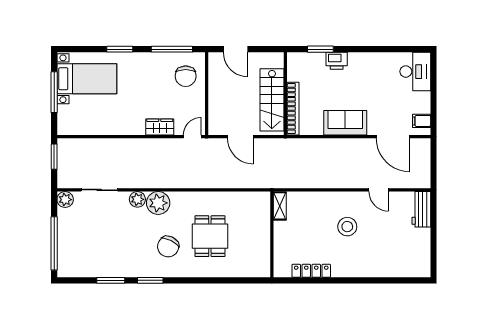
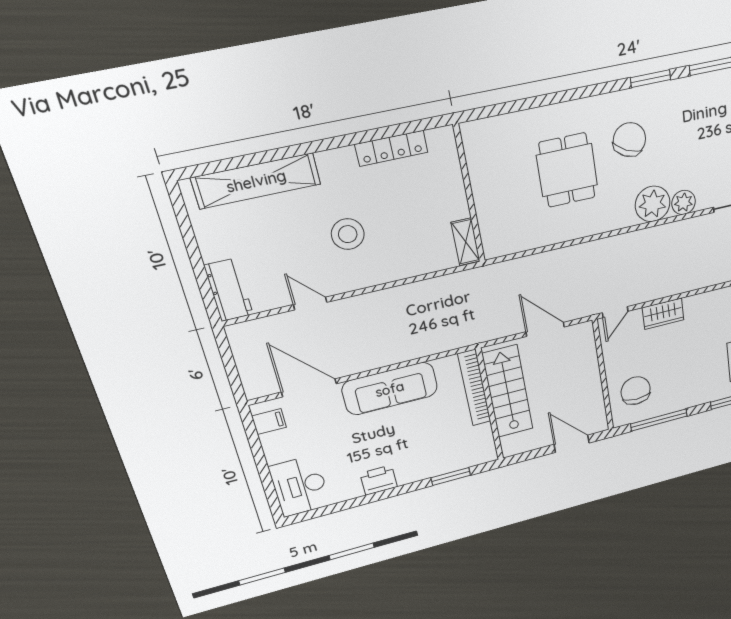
printer: (337, 61) -> (379, 480), moved
sofa: (345, 123) -> (390, 389), width x1.36
shelving: (389, 268) -> (256, 181), added

